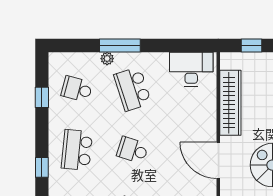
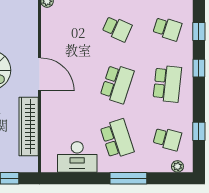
plant: (107, 59) -> (177, 166), moved
desk: (191, 69) -> (77, 157), moved
school desk: (133, 150) -> (117, 84), width x1.85

